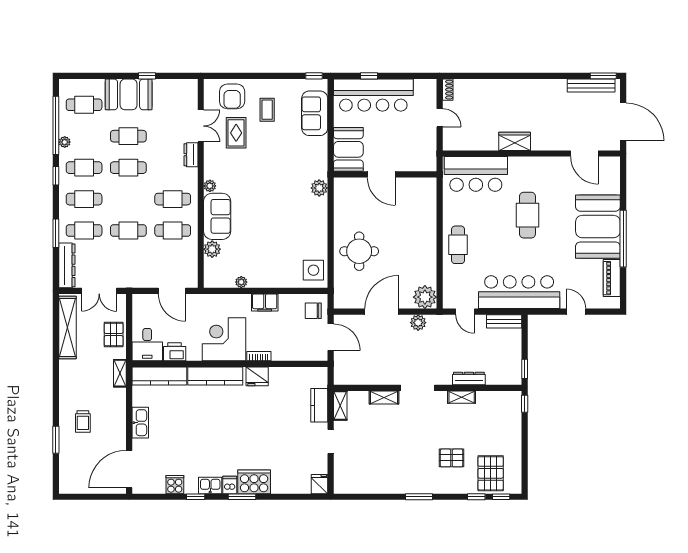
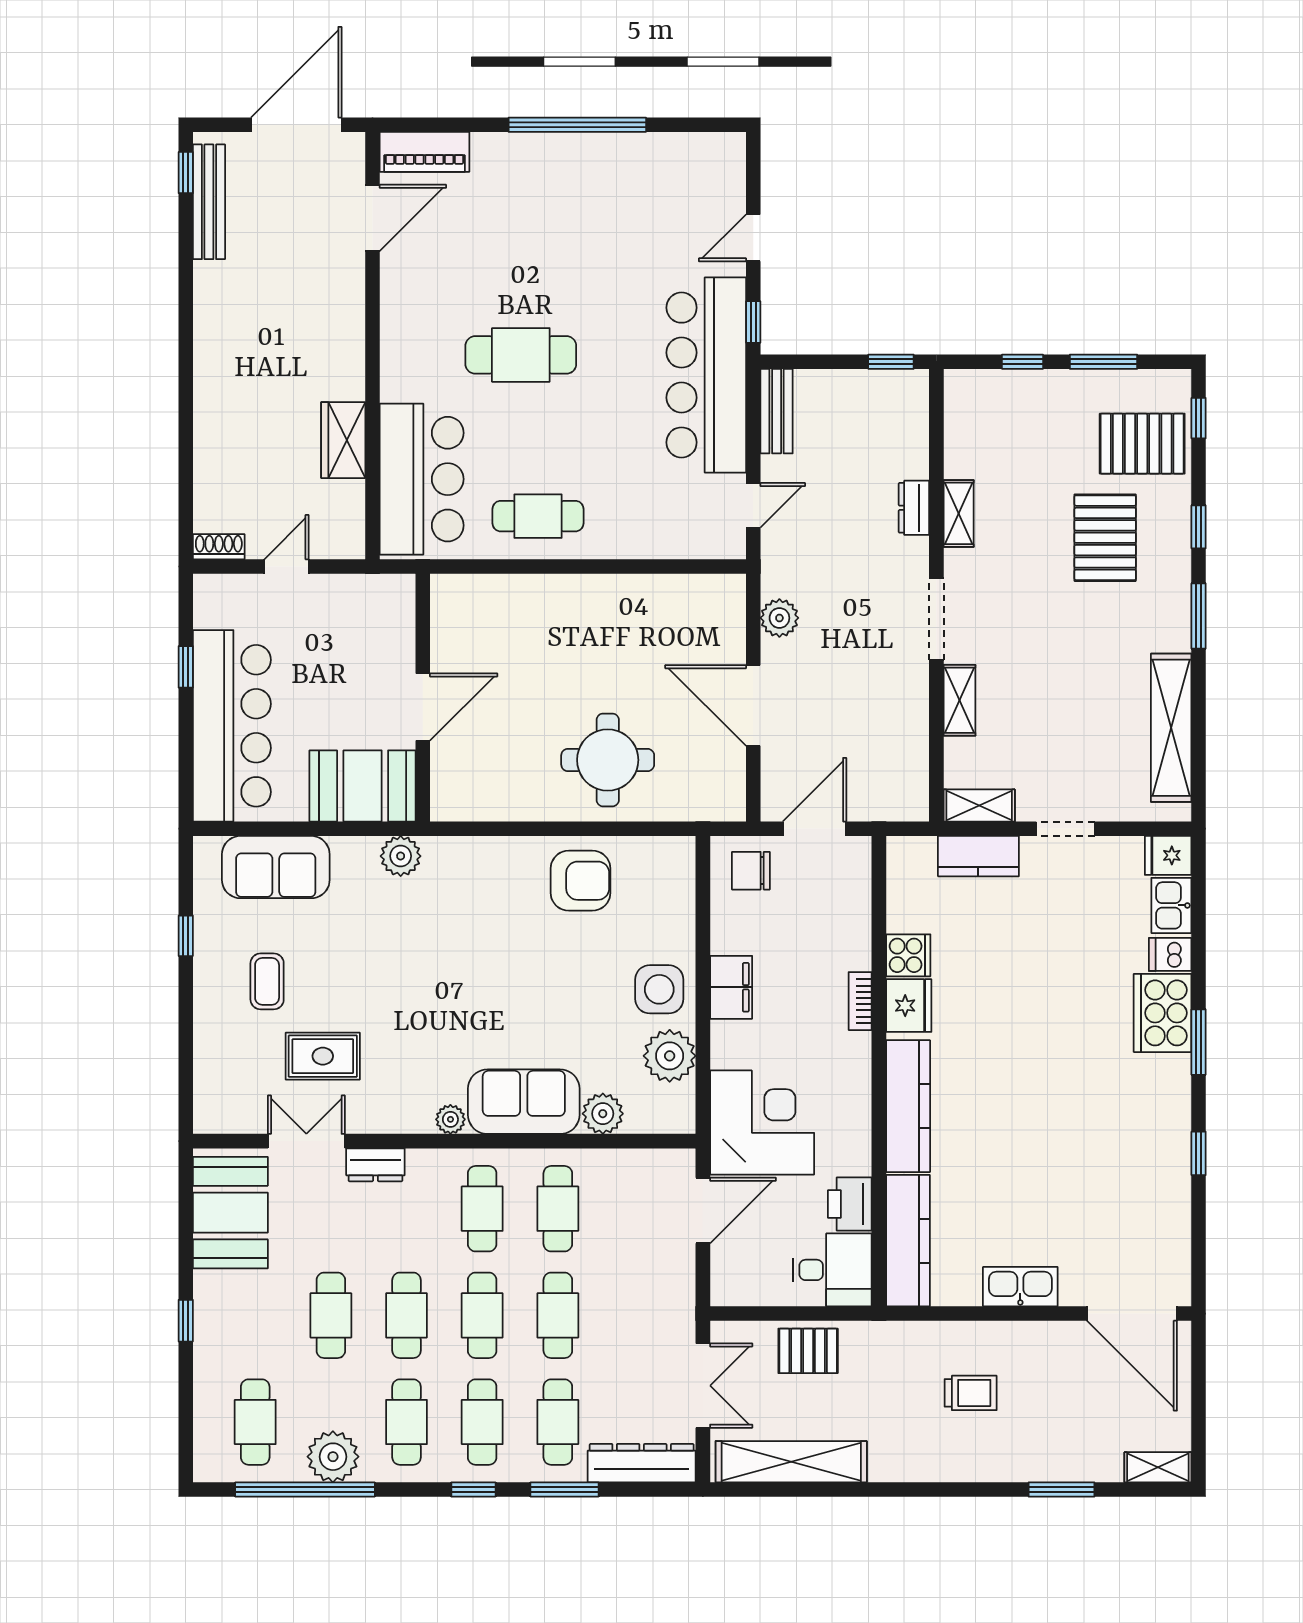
window: (147, 76) -> (186, 1321), moved
window: (314, 76) -> (186, 936), moved
window: (369, 76) -> (186, 667), moved
window: (603, 76) -> (186, 173), width x0.67
booth: (129, 94) -> (230, 1213), moved
armchair: (232, 96) -> (581, 881), moved
coffee table: (267, 110) -> (267, 981), turned 90
wardrobe: (515, 141) -> (343, 440), moved
plant: (65, 142) -> (333, 1457), width x1.88, depth x1.88
window: (56, 176) -> (473, 1490), moved
plant: (319, 188) -> (401, 856), moved
cafe table: (128, 199) -> (482, 1315), added
booth: (598, 227) -> (548, 185), removed
cafe table: (458, 245) -> (538, 516), moved
side table: (313, 270) -> (659, 989), moved
piano: (612, 278) -> (424, 152), moved
plant: (241, 282) -> (670, 1056), width x1.87, depth x1.87
plant: (425, 297) -> (718, 602), removed
chair: (313, 311) -> (751, 871), turned 90
window: (541, 312) -> (753, 322), added
corner desk: (224, 339) -> (762, 1122), moved, turned 180
shelving: (120, 373) -> (1158, 1467), moved
dresser: (469, 378) -> (914, 508), width x0.70
window: (525, 404) -> (1023, 362), moved
trolley: (83, 421) -> (971, 1393), moved
window: (525, 457) -> (1103, 362), added
pallet: (452, 458) -> (1105, 538), width x1.50, depth x1.42
cooker: (175, 485) -> (908, 955), moved, turned 180
kitchen sink: (210, 485) -> (1171, 905), moved
dishwasher: (230, 485) -> (1170, 954), moved
shelving: (373, 485) -> (1171, 728), added
window: (476, 497) -> (1199, 527), moved

